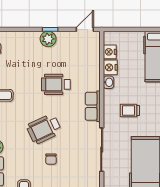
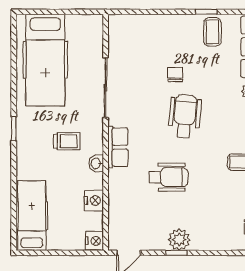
nightstand: (110, 52) -> (94, 241), moved
washbasin: (108, 82) -> (96, 163), moved
wheelchair: (44, 129) -> (185, 116), turned -60

